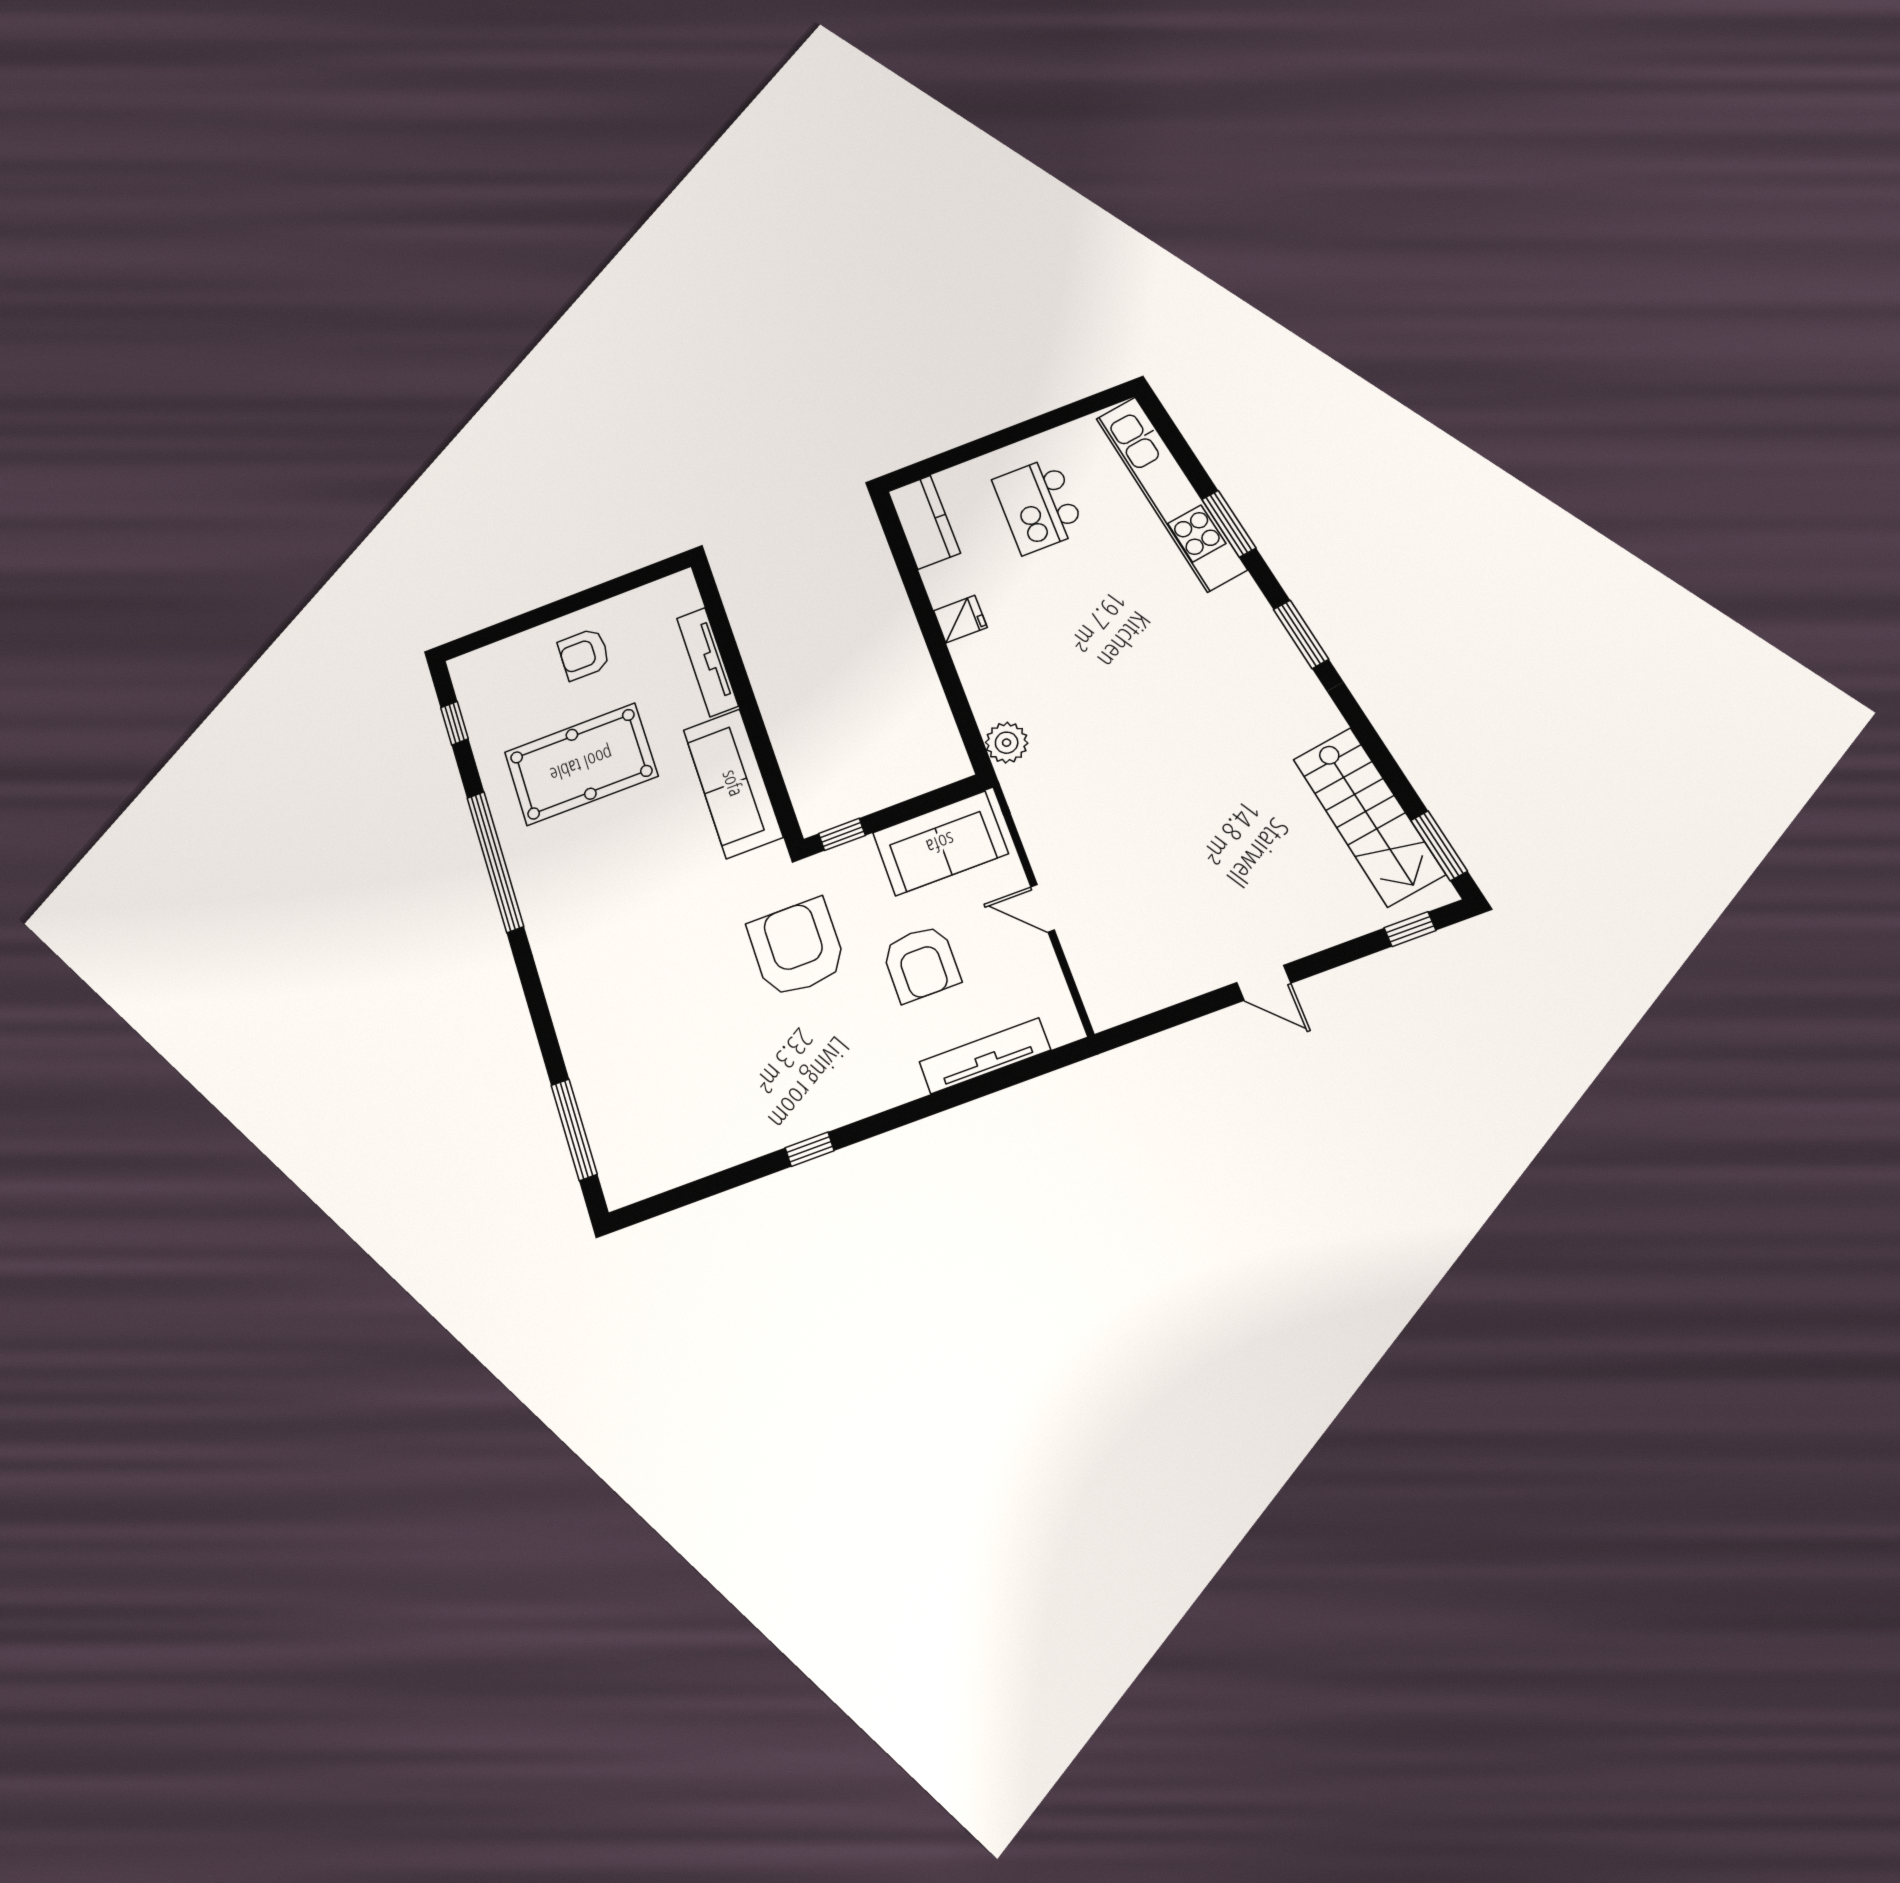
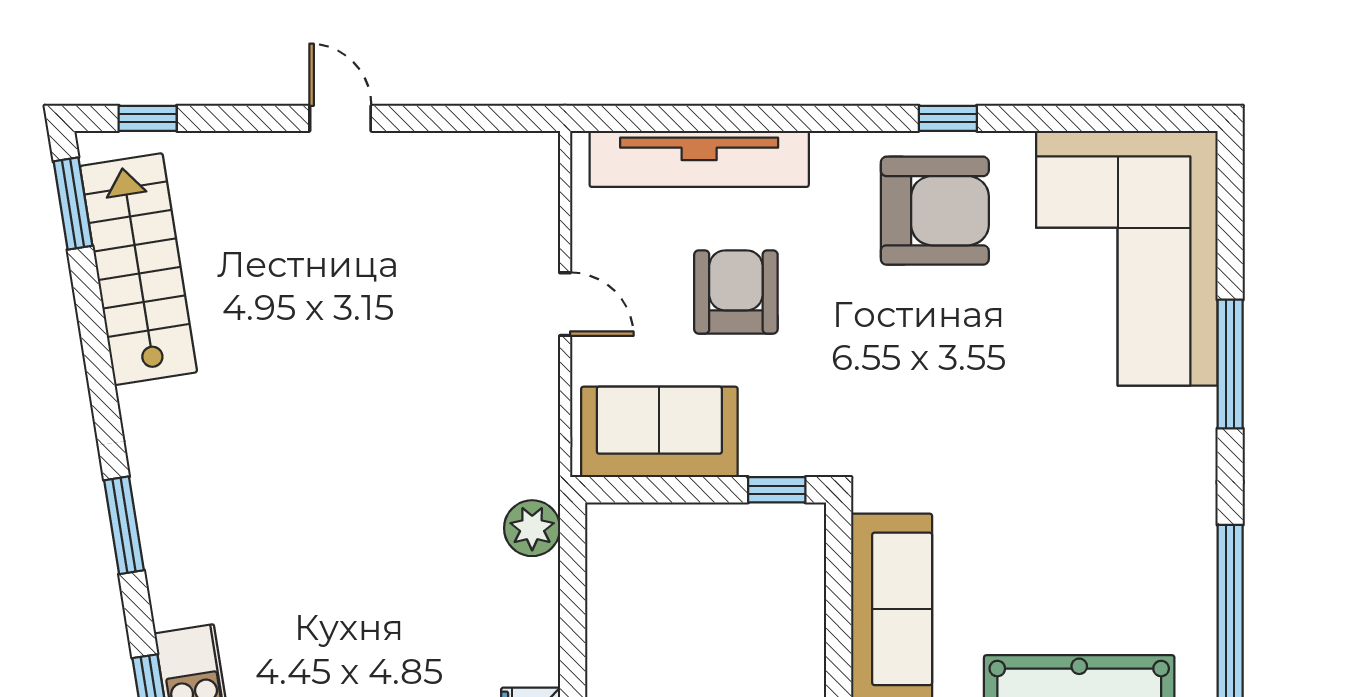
armchair: (797, 948) -> (935, 211), moved, turned -90
tv unit: (985, 1056) -> (699, 159), width x1.36, depth x1.29
corner sofa: (646, 1093) -> (1127, 258), added
window: (574, 1130) -> (1230, 364), moved

